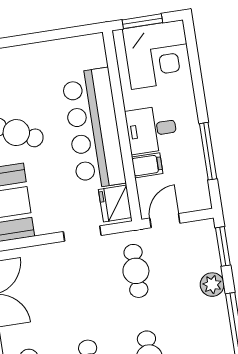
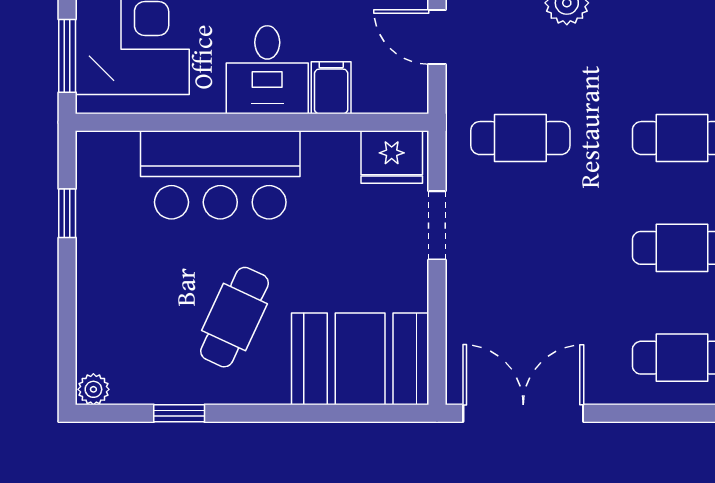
window: (58, 34) -> (67, 213), added
bar counter: (94, 129) -> (220, 175), width x0.73
door: (165, 221) -> (437, 37), moved

